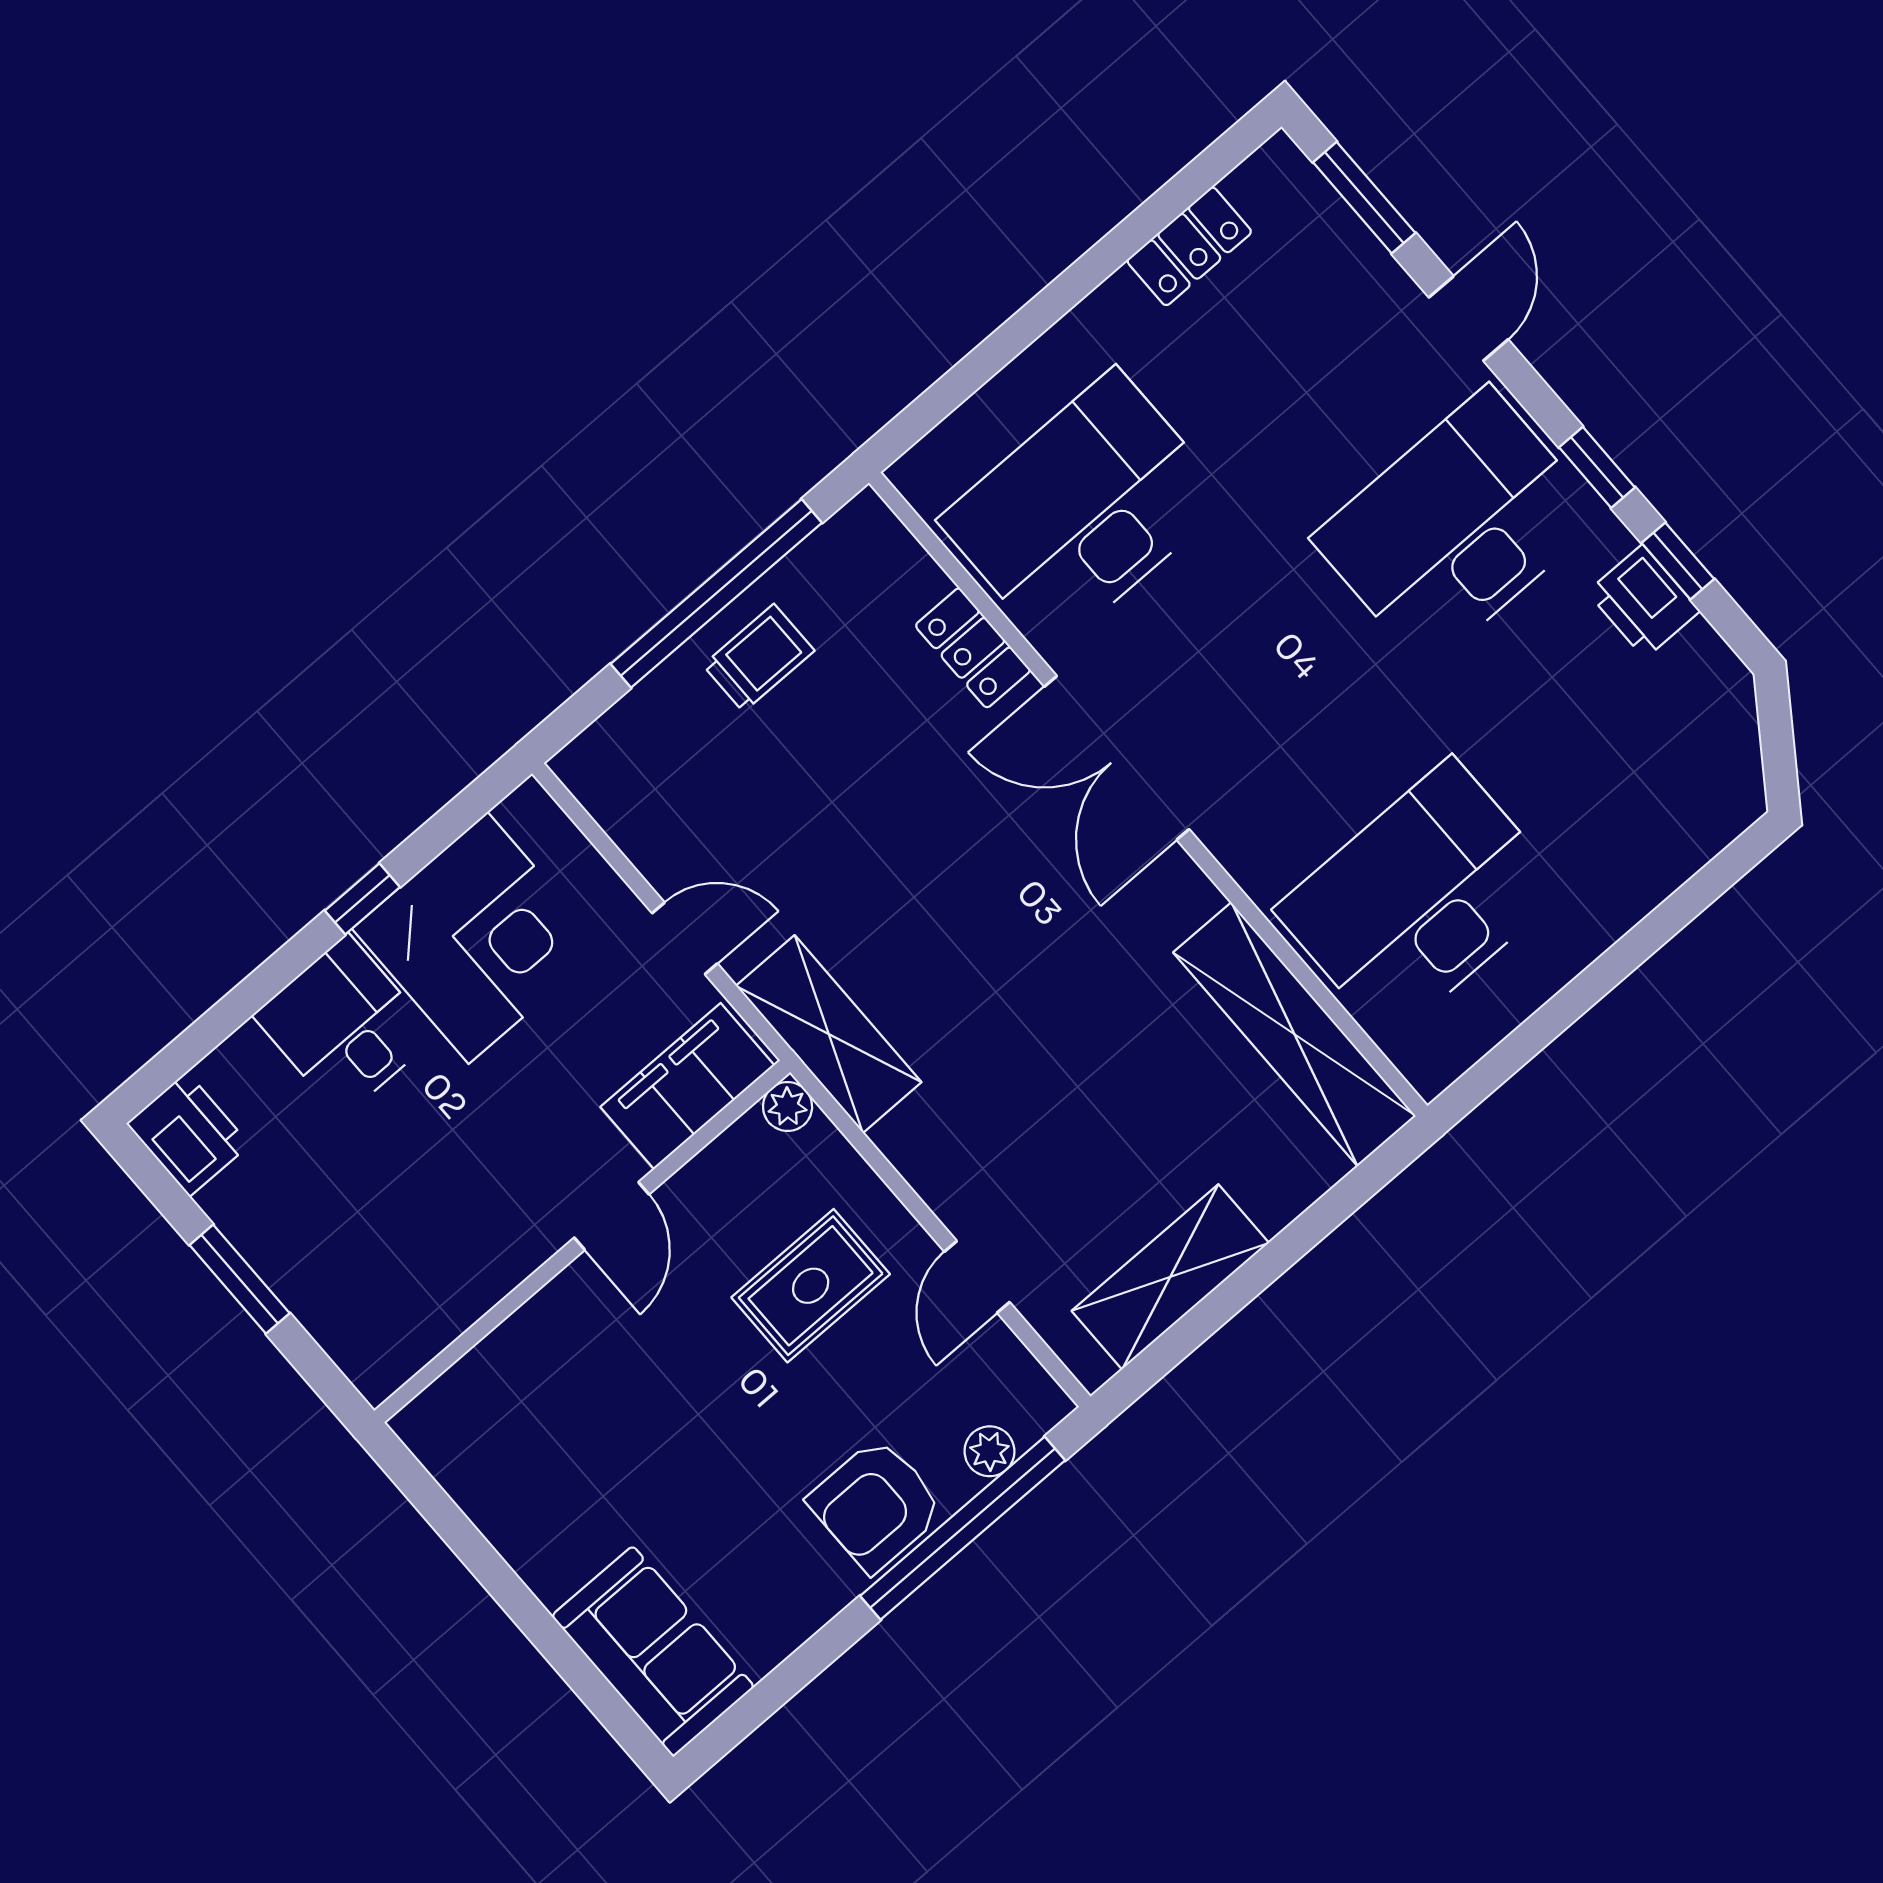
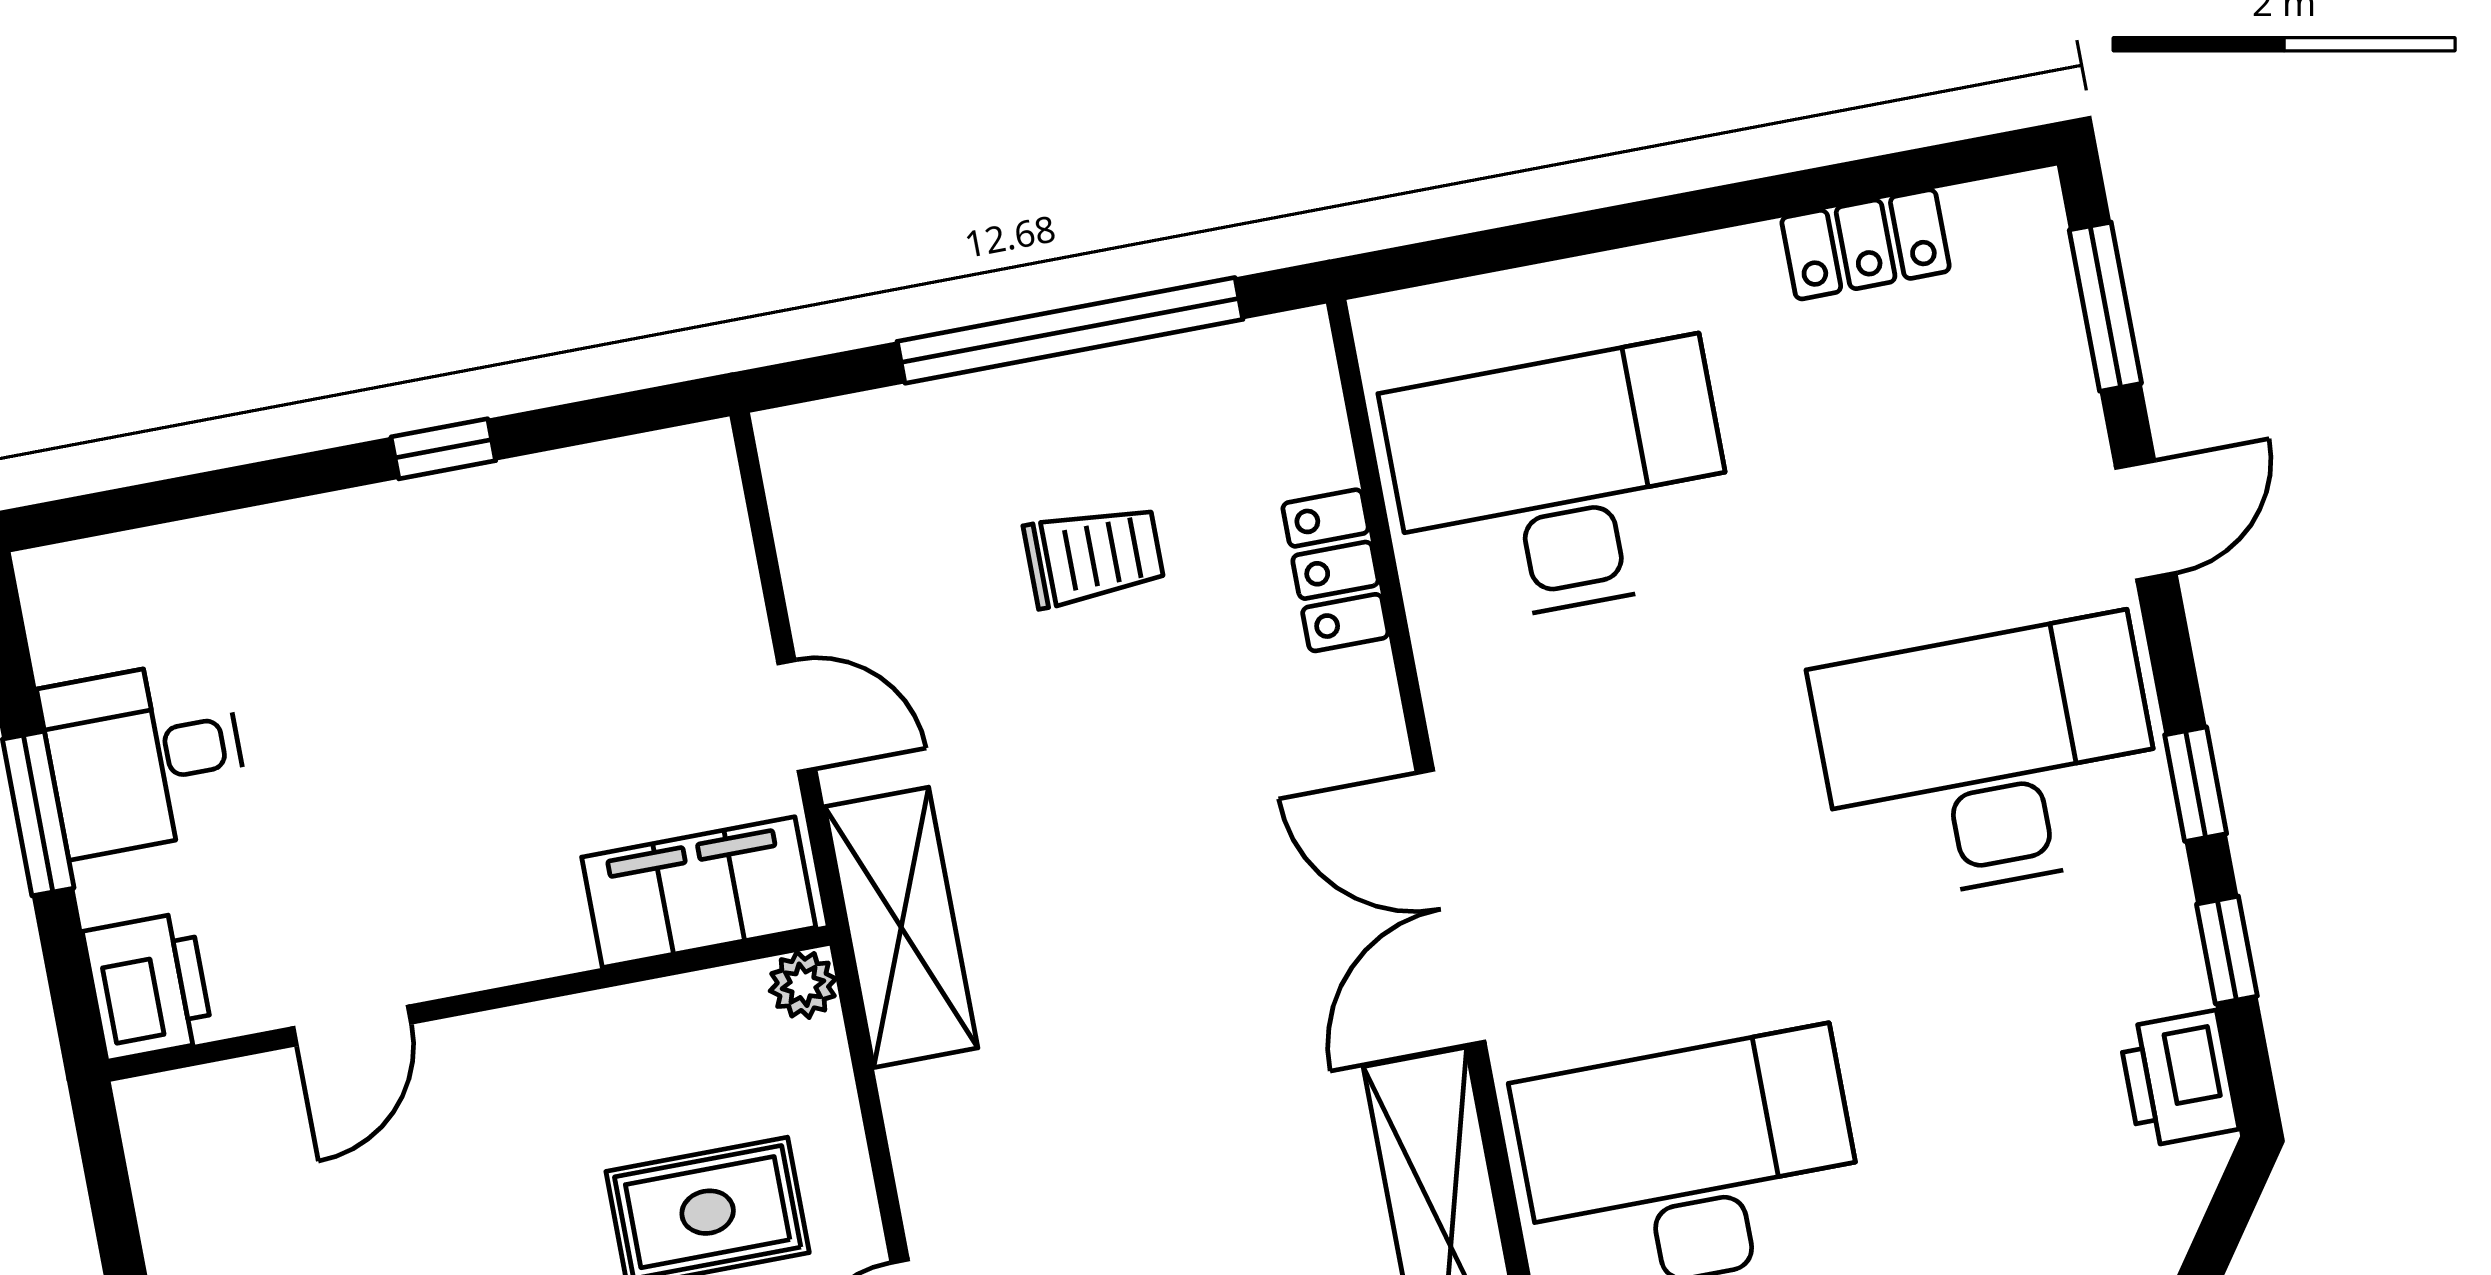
printer: (1644, 602) -> (2178, 1079), moved
trolley: (759, 658) -> (1094, 556), moved
double door: (1117, 758) -> (1451, 907), moved
corner desk: (478, 938) -> (553, 574), removed
desk: (345, 1026) -> (145, 757), moved, turned -90
printer: (188, 1134) -> (148, 986), moved
door: (612, 1216) -> (352, 1025), moved

